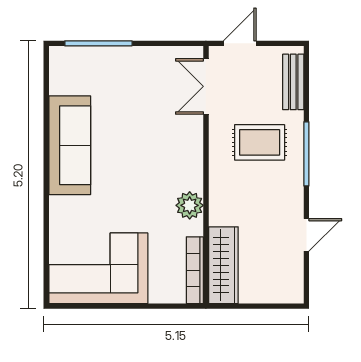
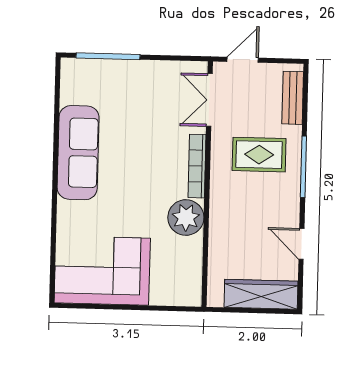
plant: (190, 205) -> (186, 218), width x1.36, depth x1.36
door: (306, 235) -> (301, 244), swing flipped
wardrobe: (223, 265) -> (261, 294), moved, turned -90
bookcase: (195, 270) -> (197, 166), moved

